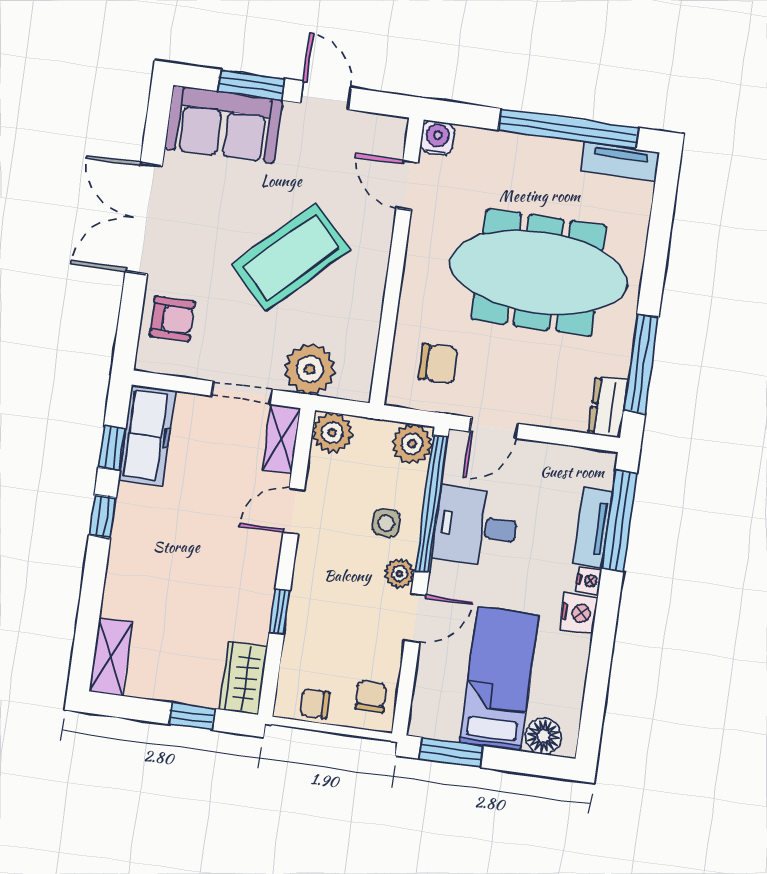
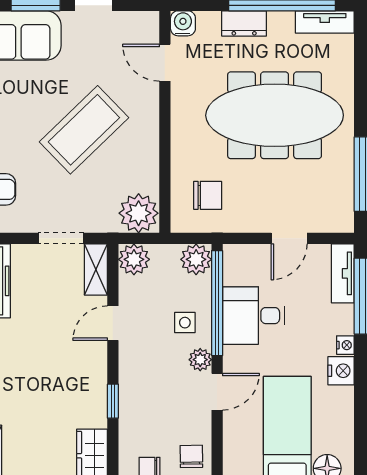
plant: (310, 369) -> (139, 213), moved
dresser: (608, 407) -> (244, 23), moved, turned -90
door: (494, 428) -> (289, 238), moved
tv unit: (593, 528) -> (343, 273), moved

